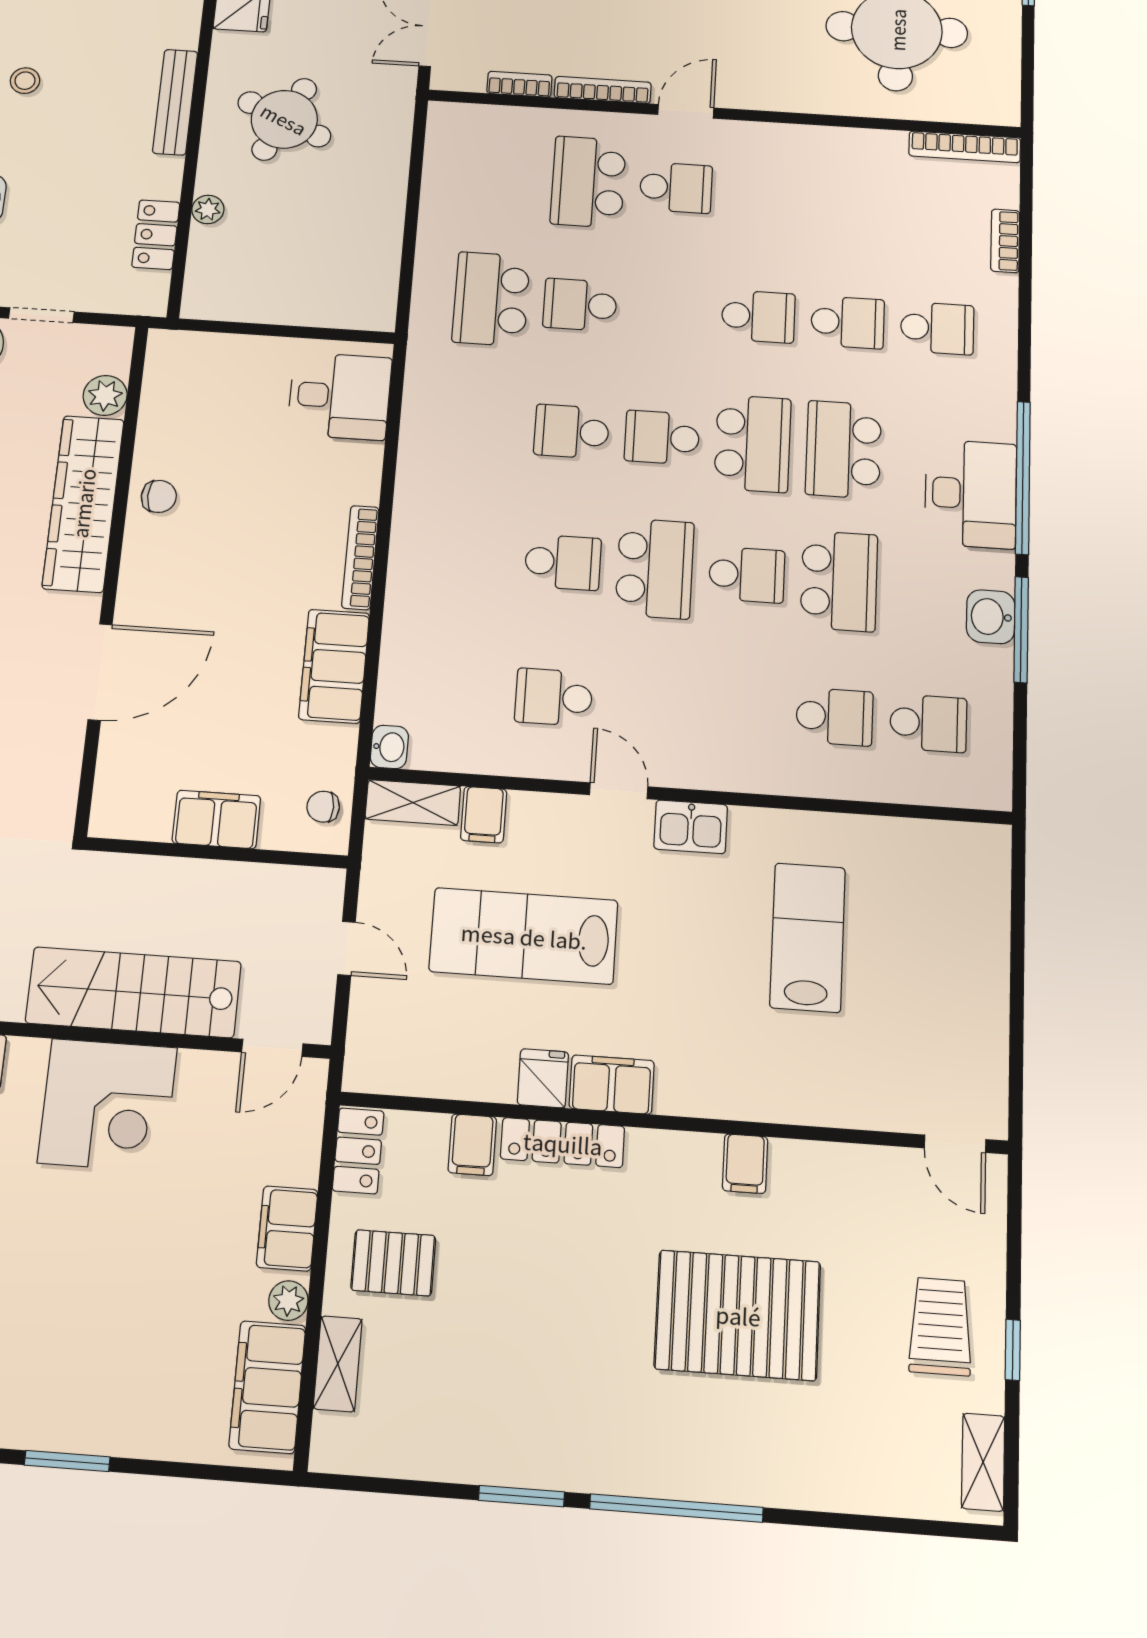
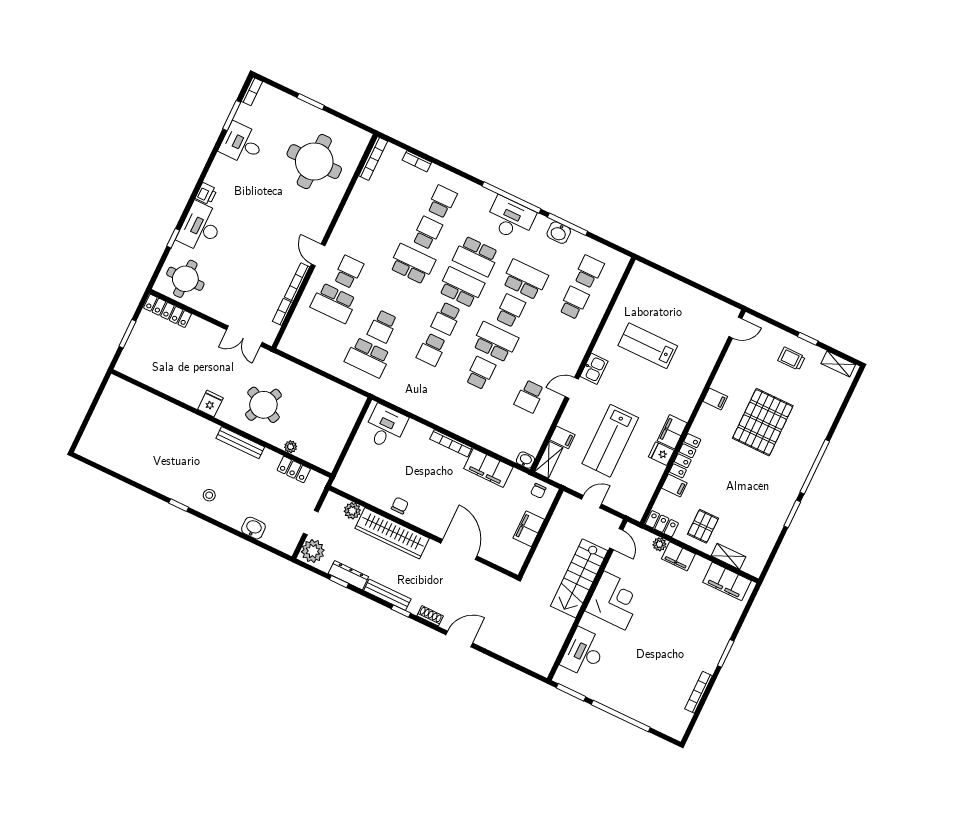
school desk: (758, 316) -> (412, 264), width x1.85
plant: (288, 1301) -> (659, 544), moved
trolley: (940, 1326) -> (792, 359), width x0.73, depth x0.72

